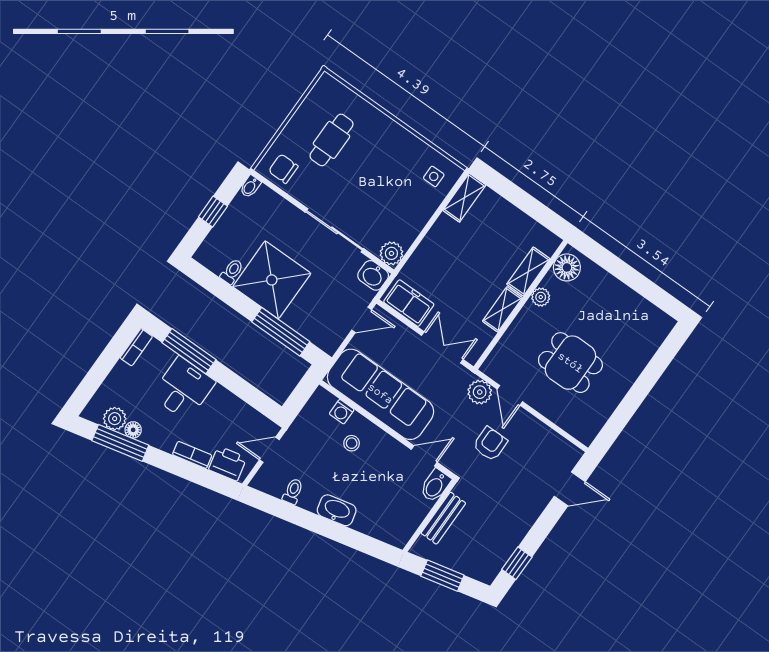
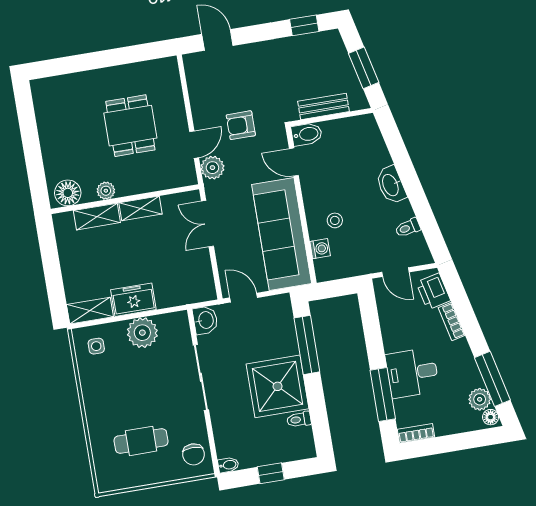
plant: (391, 253) -> (142, 333), moved, width x1.36, depth x1.36
freezer: (409, 303) -> (133, 300), moved, turned 90
floor lamp: (133, 430) -> (491, 417), moved

